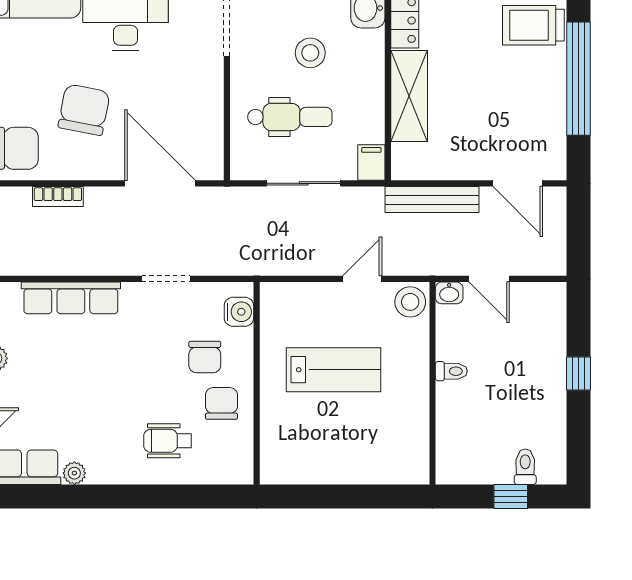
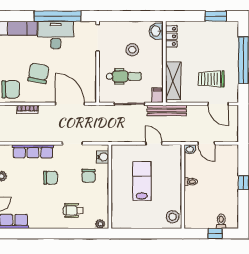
trolley: (533, 25) -> (211, 79), moved
shelving: (409, 96) -> (173, 81), moved
bench: (432, 200) -> (167, 111), moved
door: (362, 279) -> (154, 143), hinge flipped
stool: (410, 302) -> (173, 217), moved
lab bench: (334, 370) -> (142, 181), turned -90
chair: (221, 403) -> (50, 178), moved, turned 90
plant: (74, 473) -> (100, 224), moved

